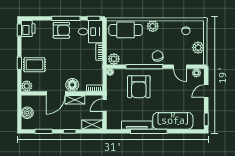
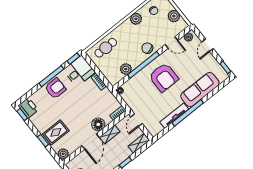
plant: (153, 26) -> (136, 19), moved
cafe table: (126, 30) -> (106, 48), width x0.73, depth x0.74
plant: (114, 59) -> (126, 69), moved
armchair: (139, 87) -> (164, 77), moved

